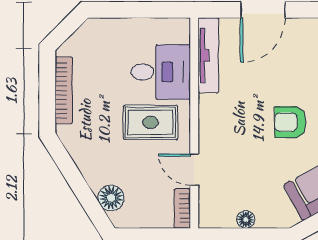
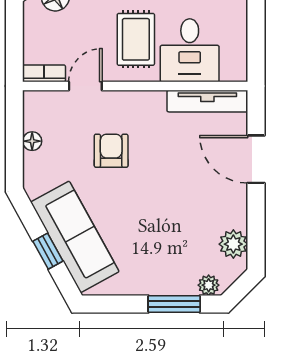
armchair: (290, 122) -> (111, 151), moved

